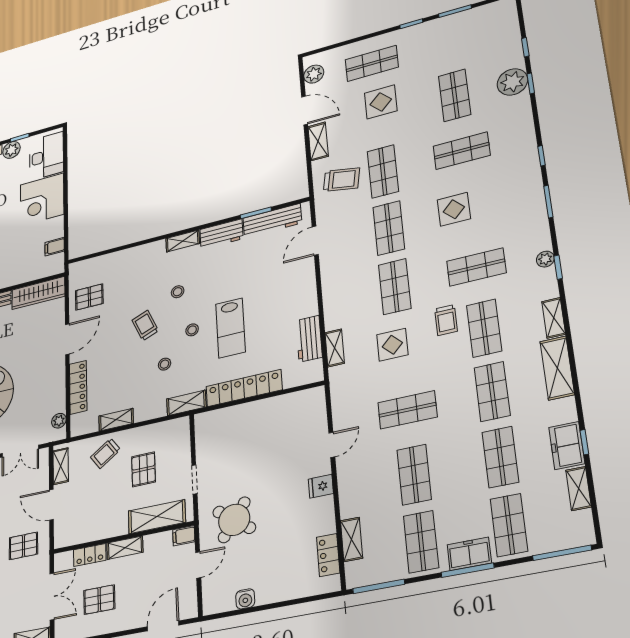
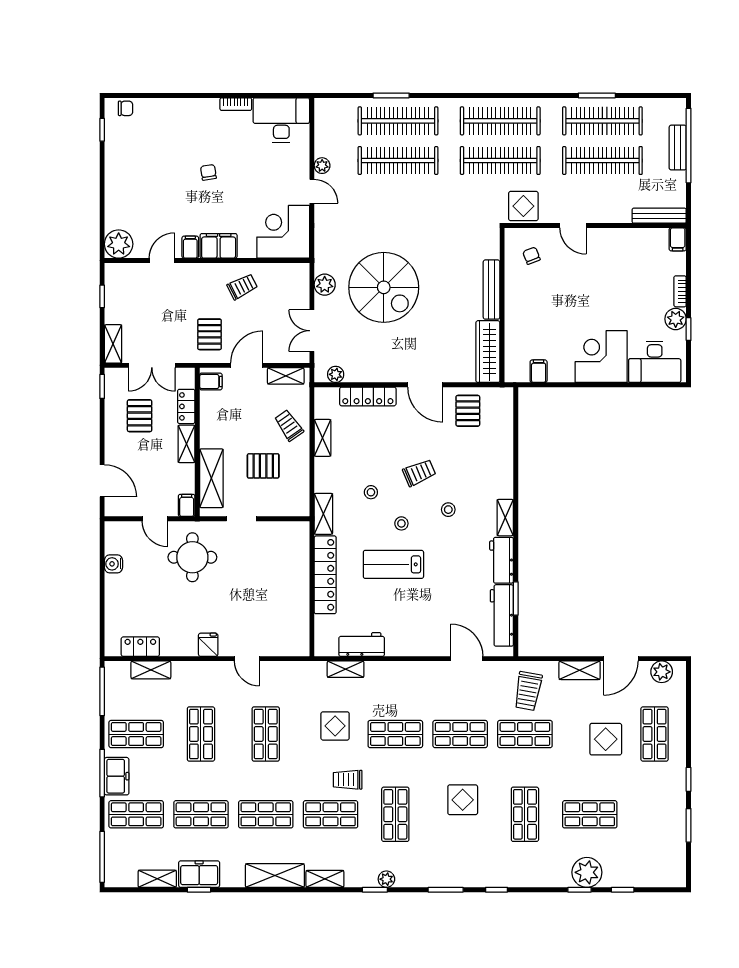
shop shelf: (414, 475) -> (201, 734), turned 90
round table: (234, 520) -> (192, 557), turned -36
filing cabinet: (66, 536) -> (211, 381), added

